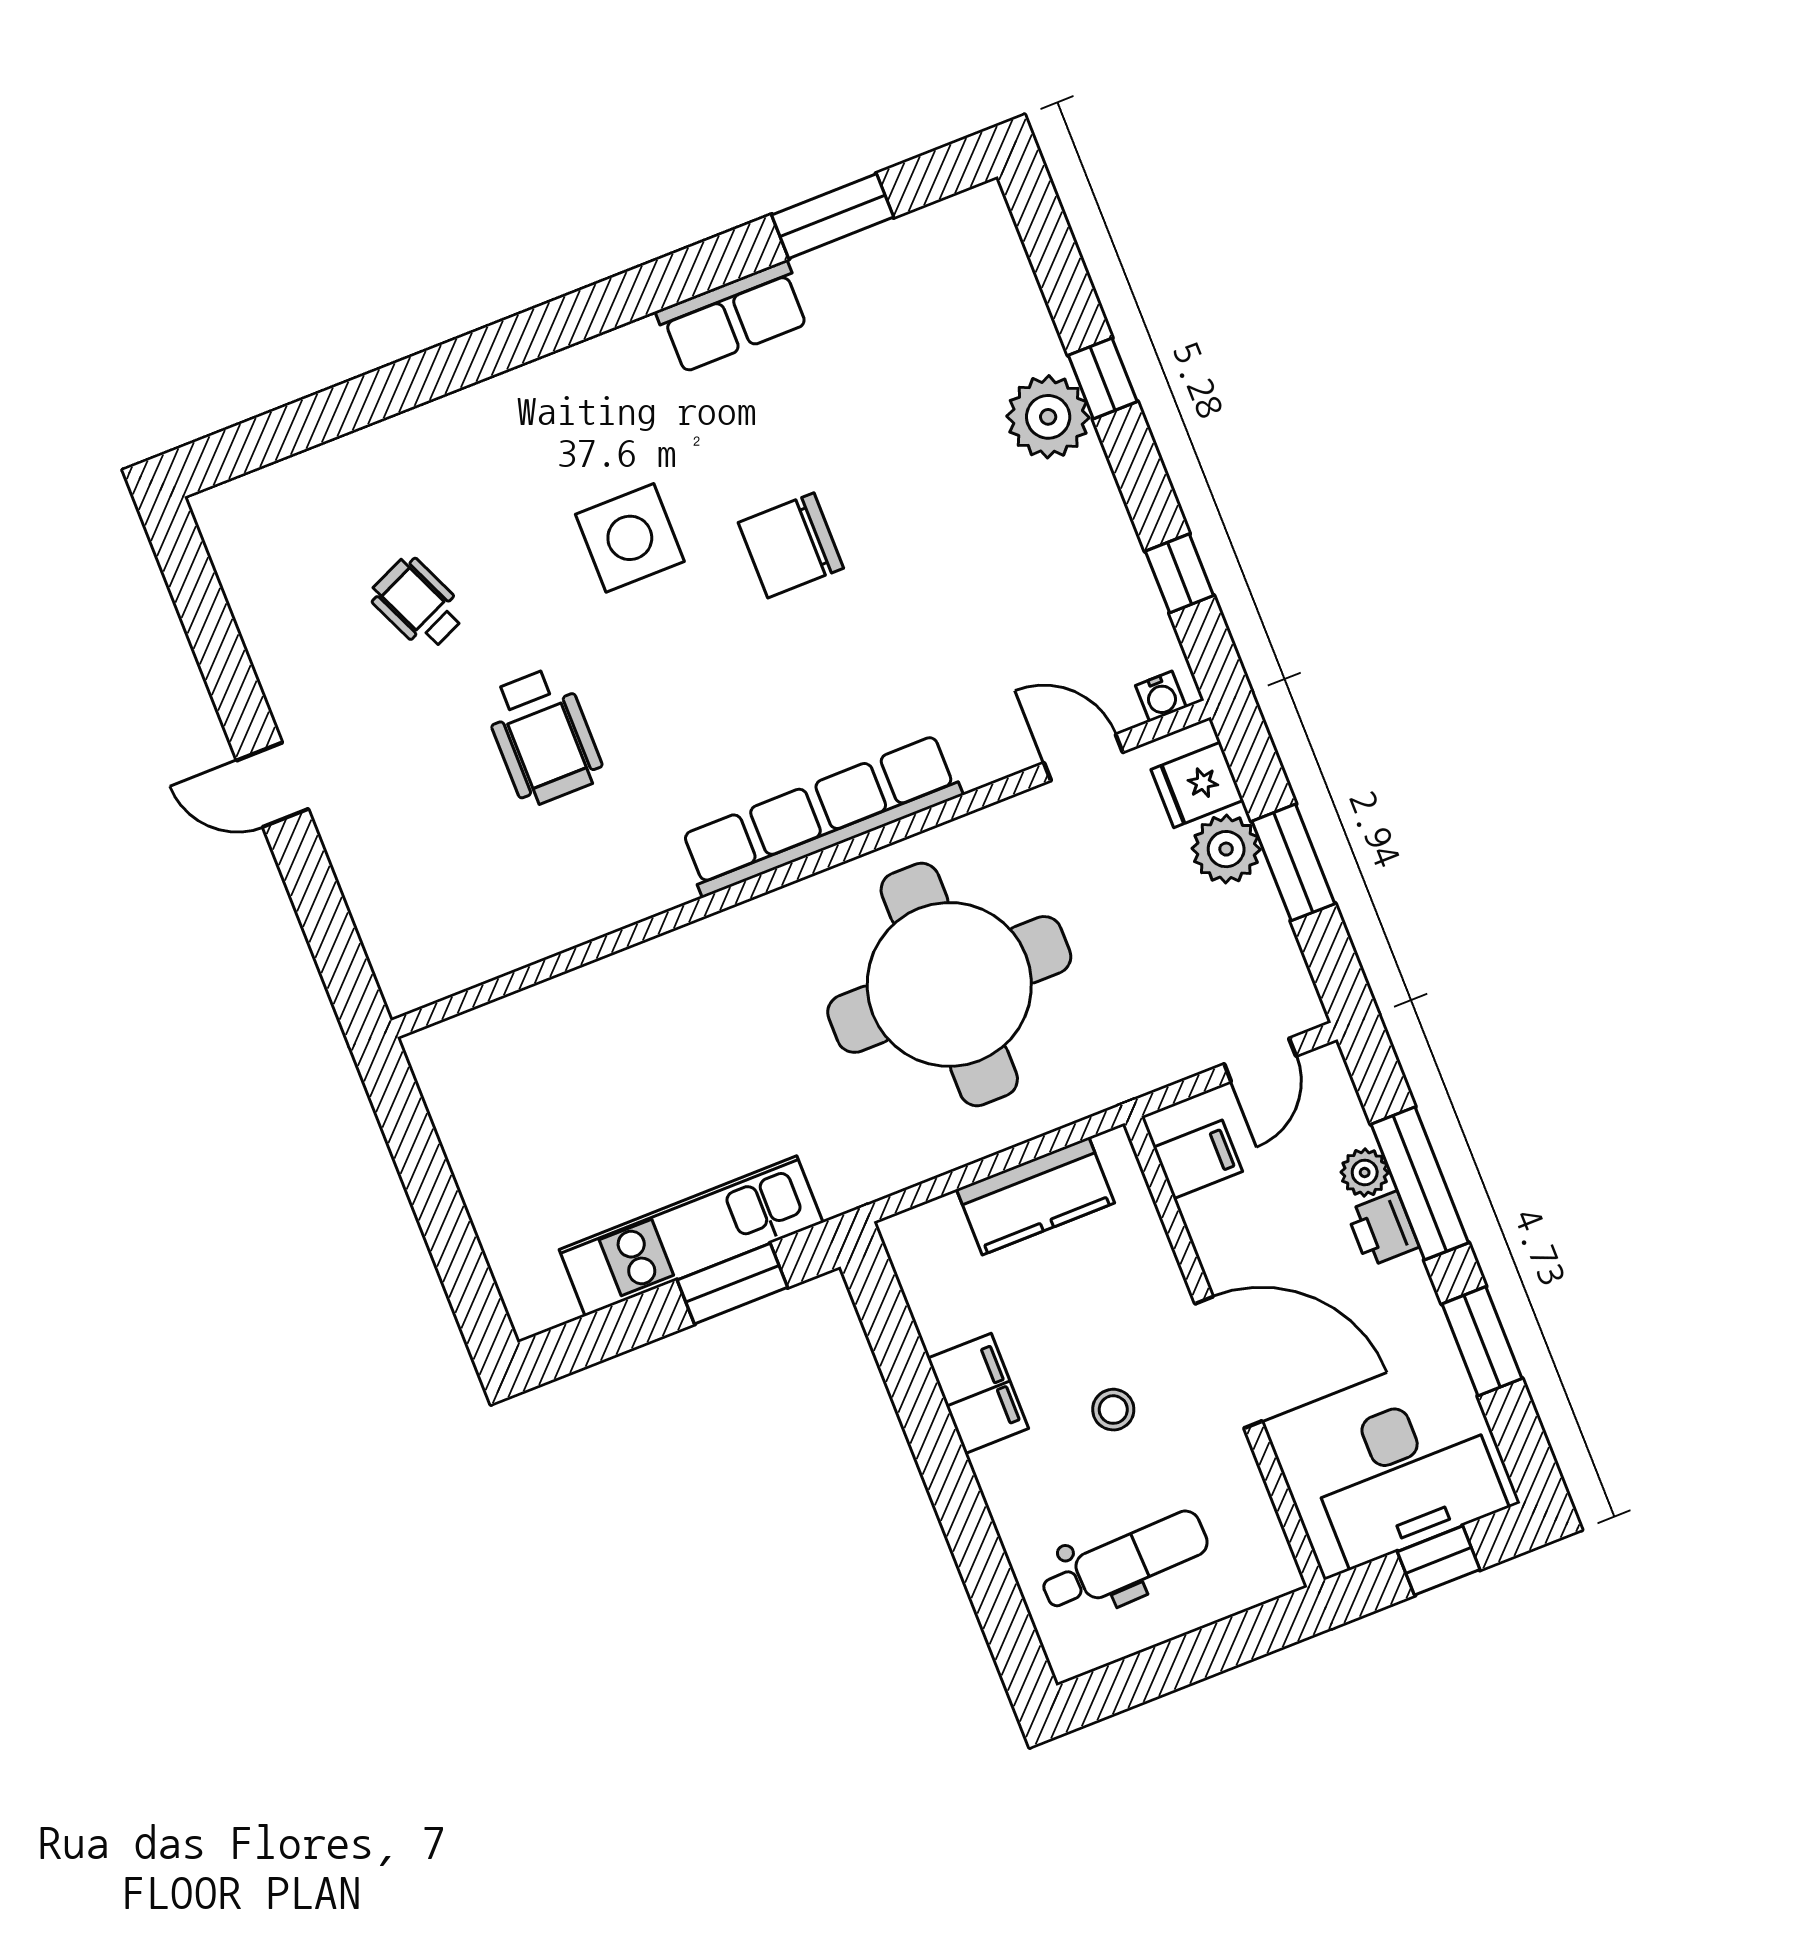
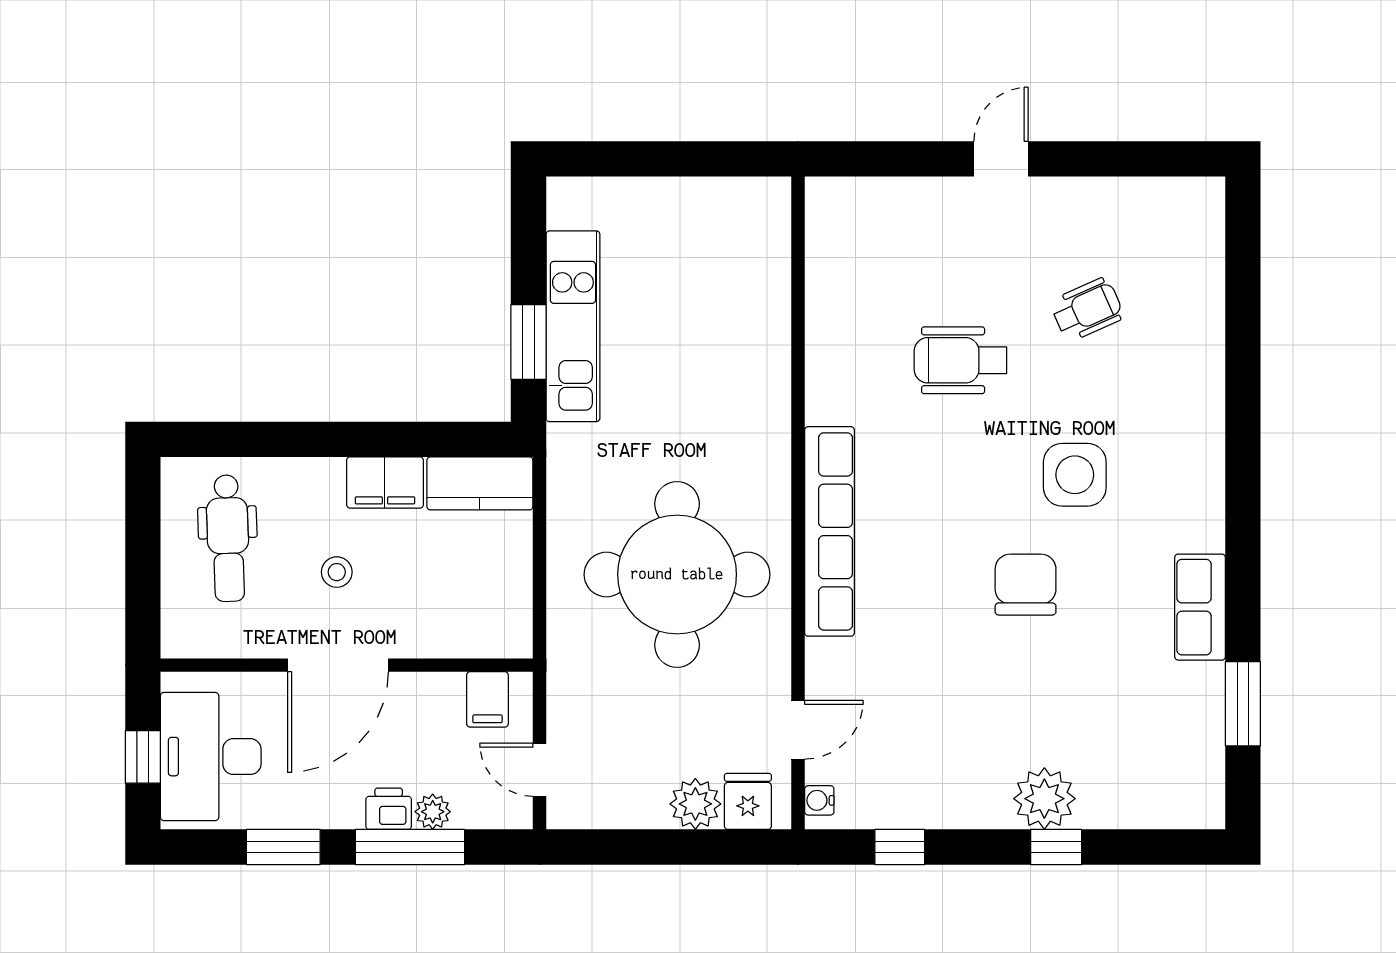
window: (1293, 862) -> (668, 847), removed
kitchen counter: (1036, 1196) -> (480, 483), moved, turned -90

